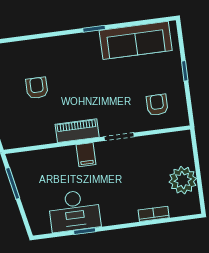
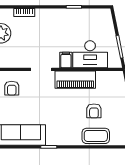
coffee table: (30, 53) -> (96, 136), added
piano: (77, 131) -> (75, 80), width x1.37, depth x1.33
desk: (74, 211) -> (90, 54), moved, turned 180

